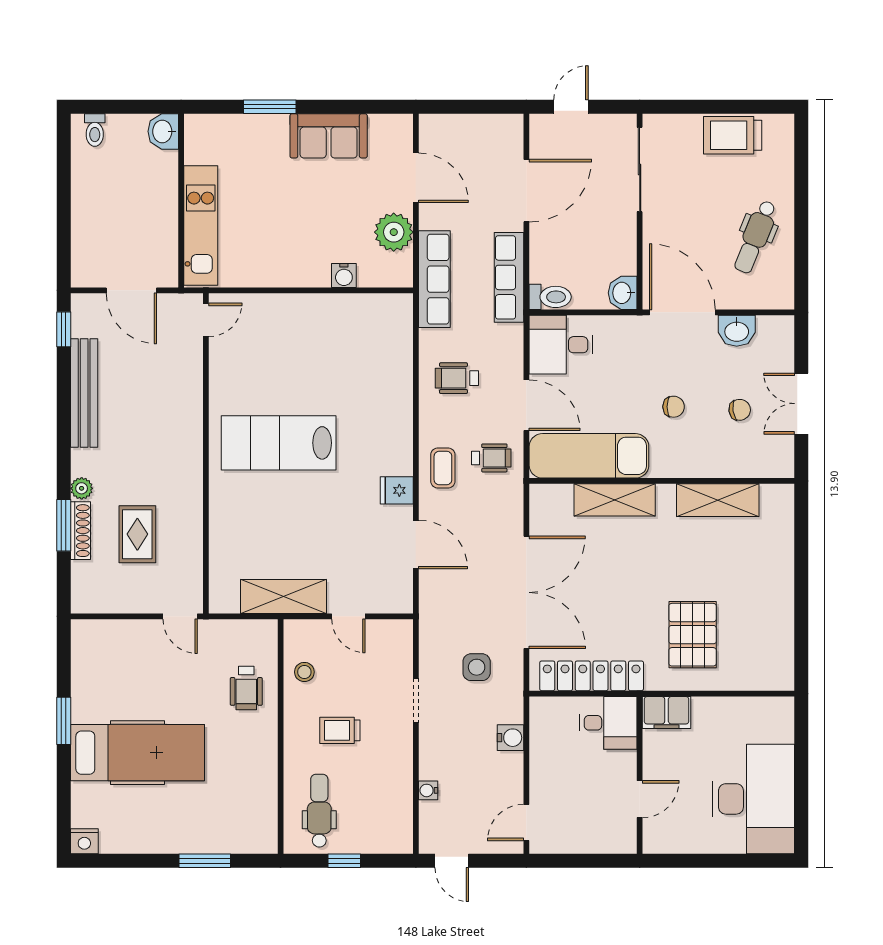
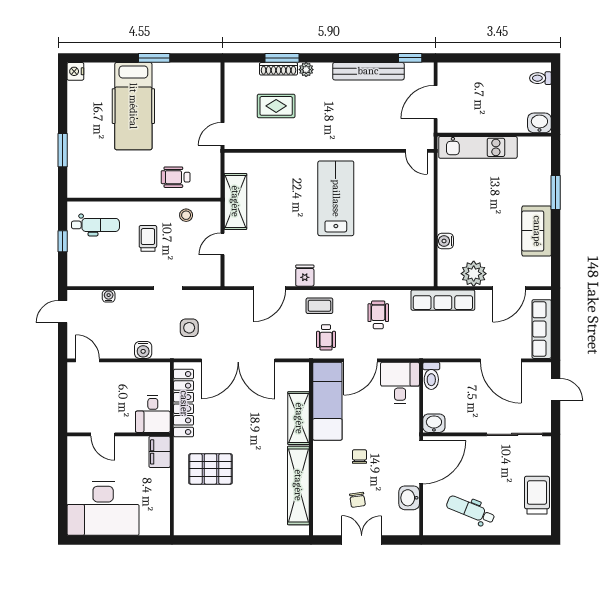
row of seats: (509, 277) -> (542, 329), moved, turned -90
chair: (674, 407) -> (359, 457), turned 180
shelving: (718, 500) -> (298, 485), width x1.47

